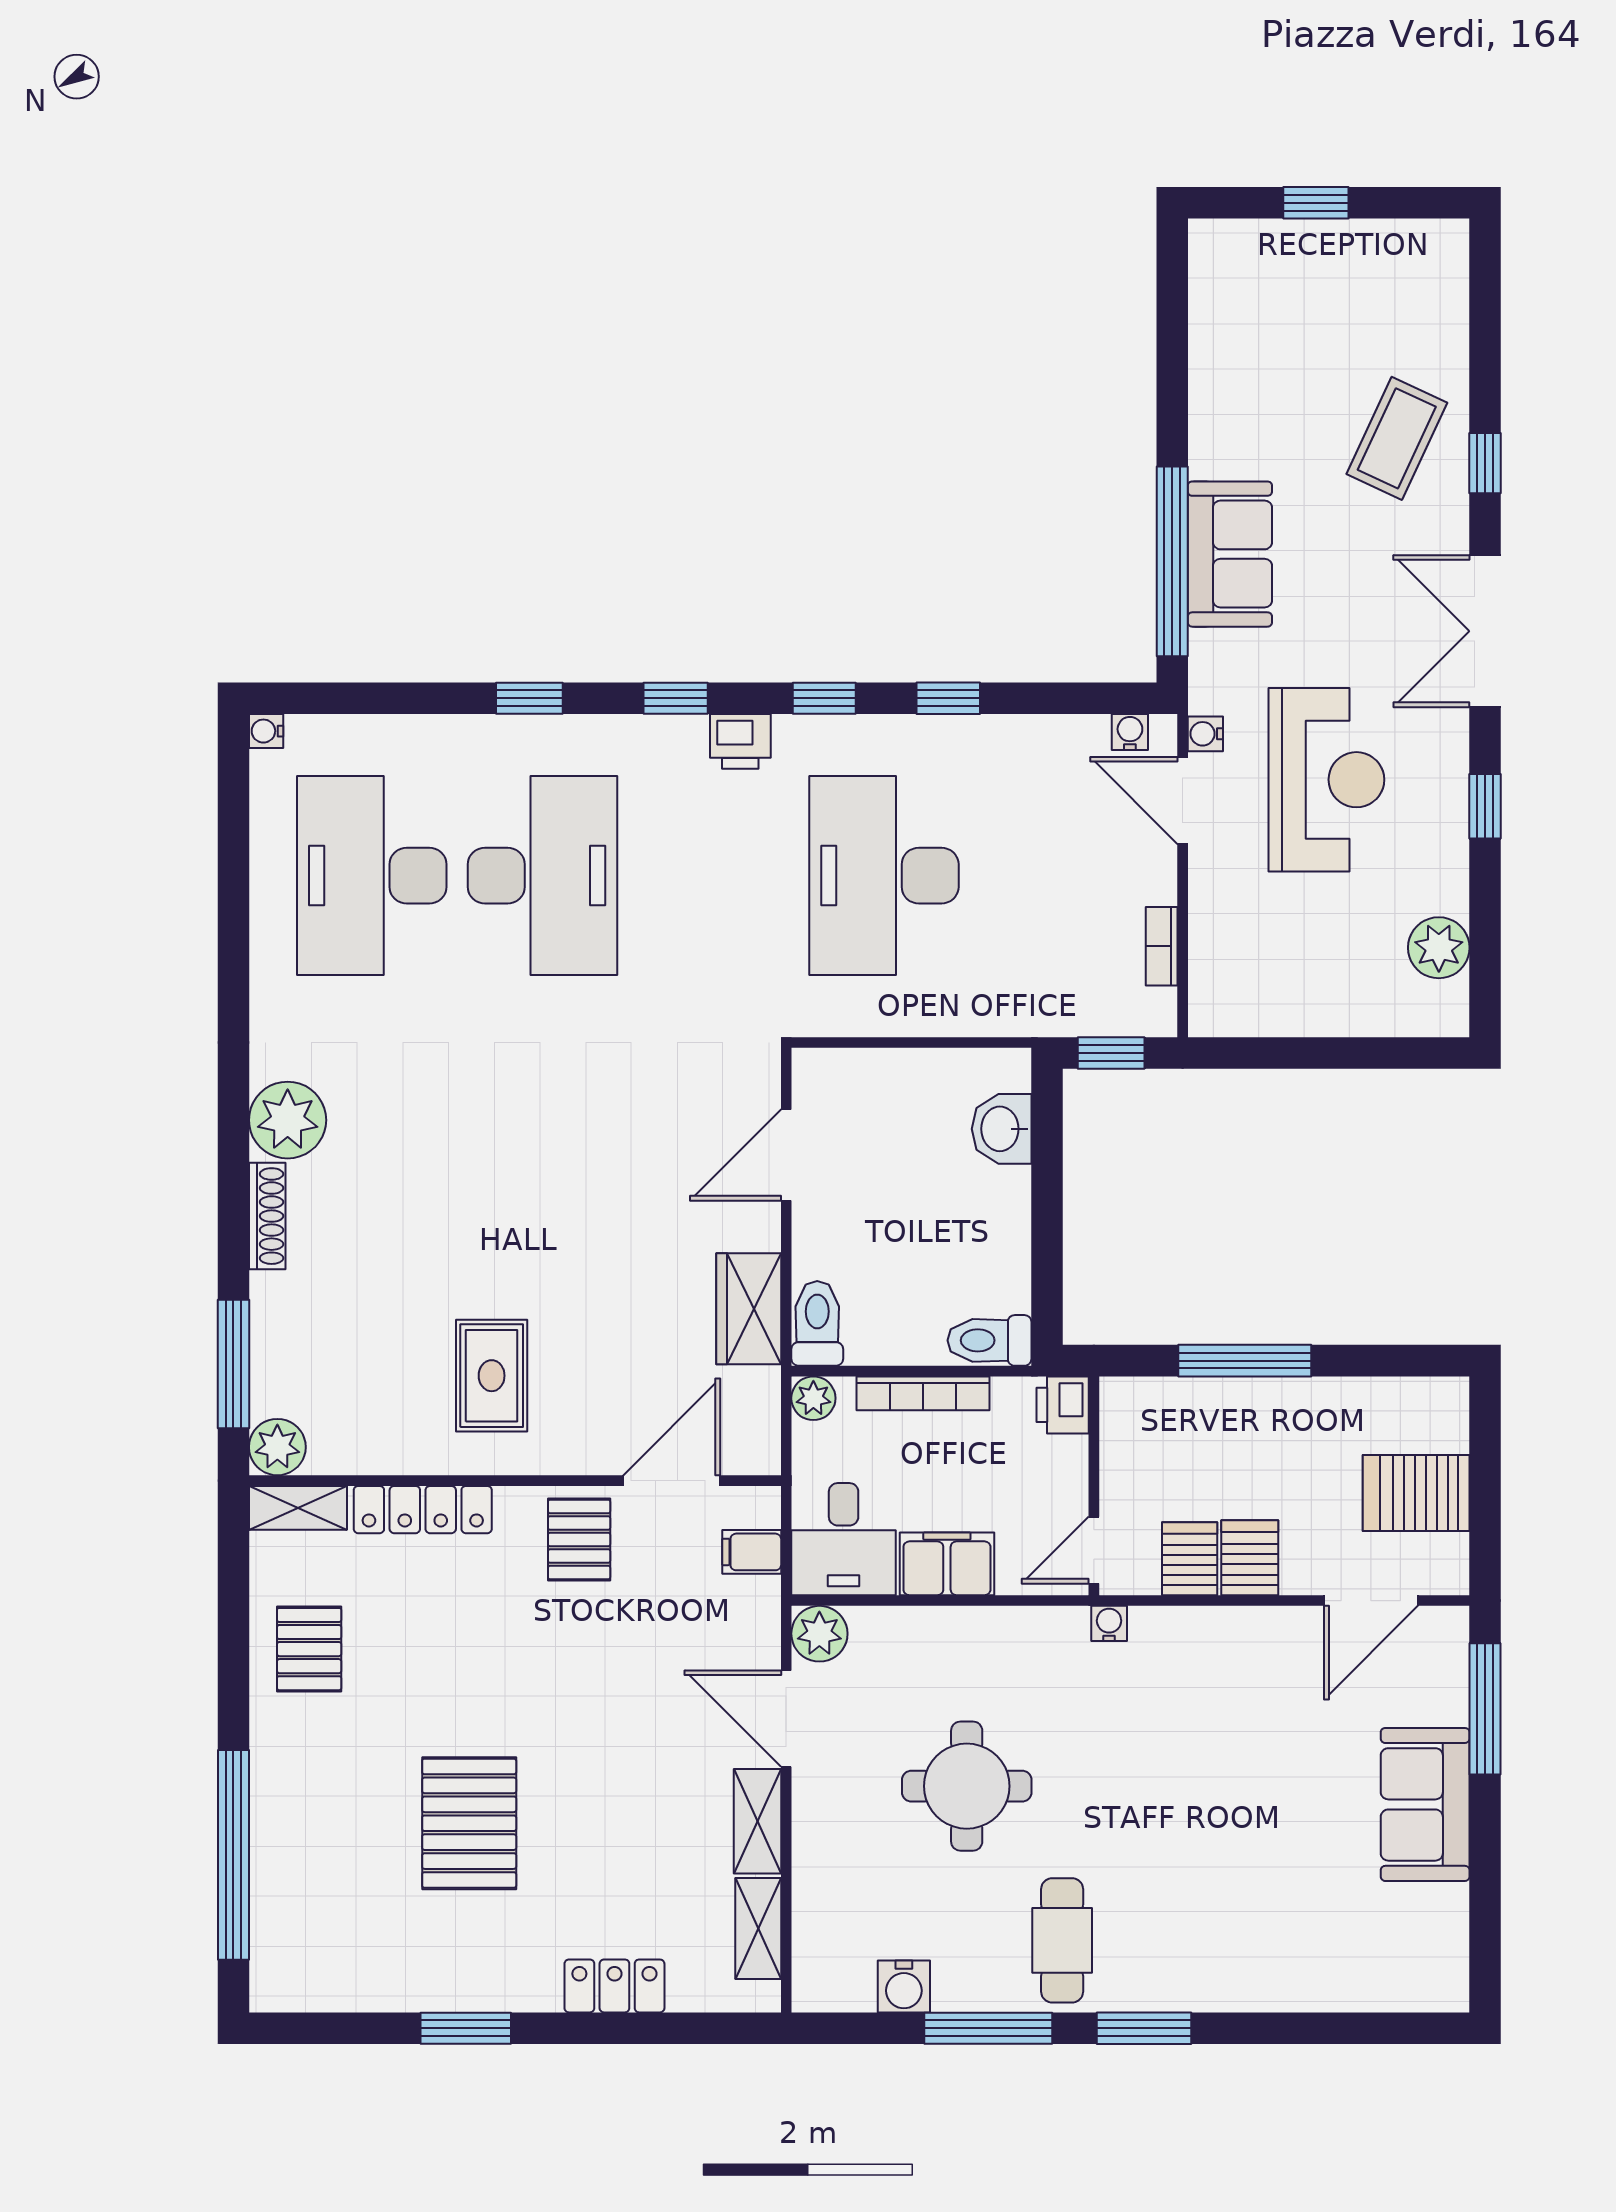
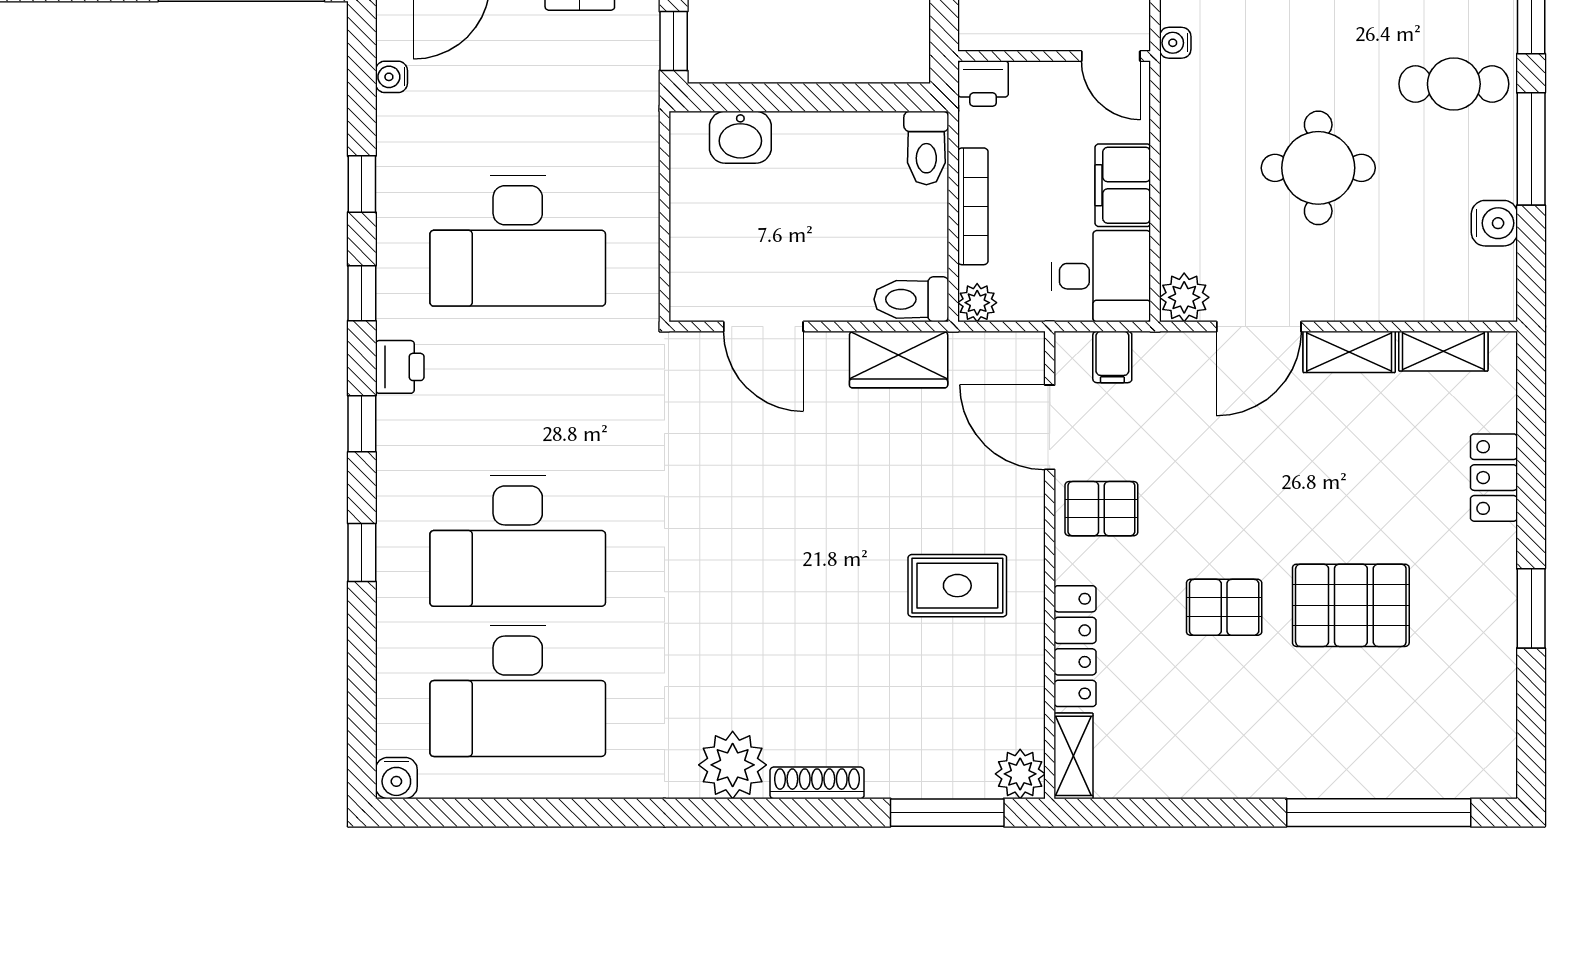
water cooler: (266, 731) -> (396, 778), width x1.38, depth x1.38
water cooler: (1130, 732) -> (391, 77), moved
desk: (542, 876) -> (518, 541), turned 180
pallet: (309, 1649) -> (1224, 607), moved

